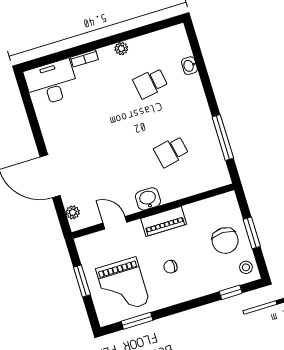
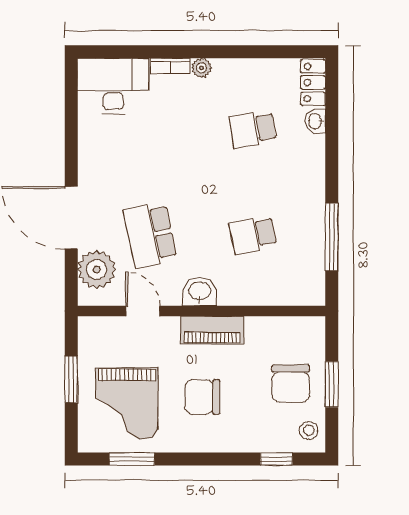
locker: (180, 41) -> (313, 83), added
plant: (121, 49) -> (201, 68), moved
school desk: (105, 172) -> (150, 235), added
plant: (73, 212) -> (97, 269), width x1.88, depth x1.88
chair: (170, 267) -> (202, 397), width x1.87, depth x1.87

